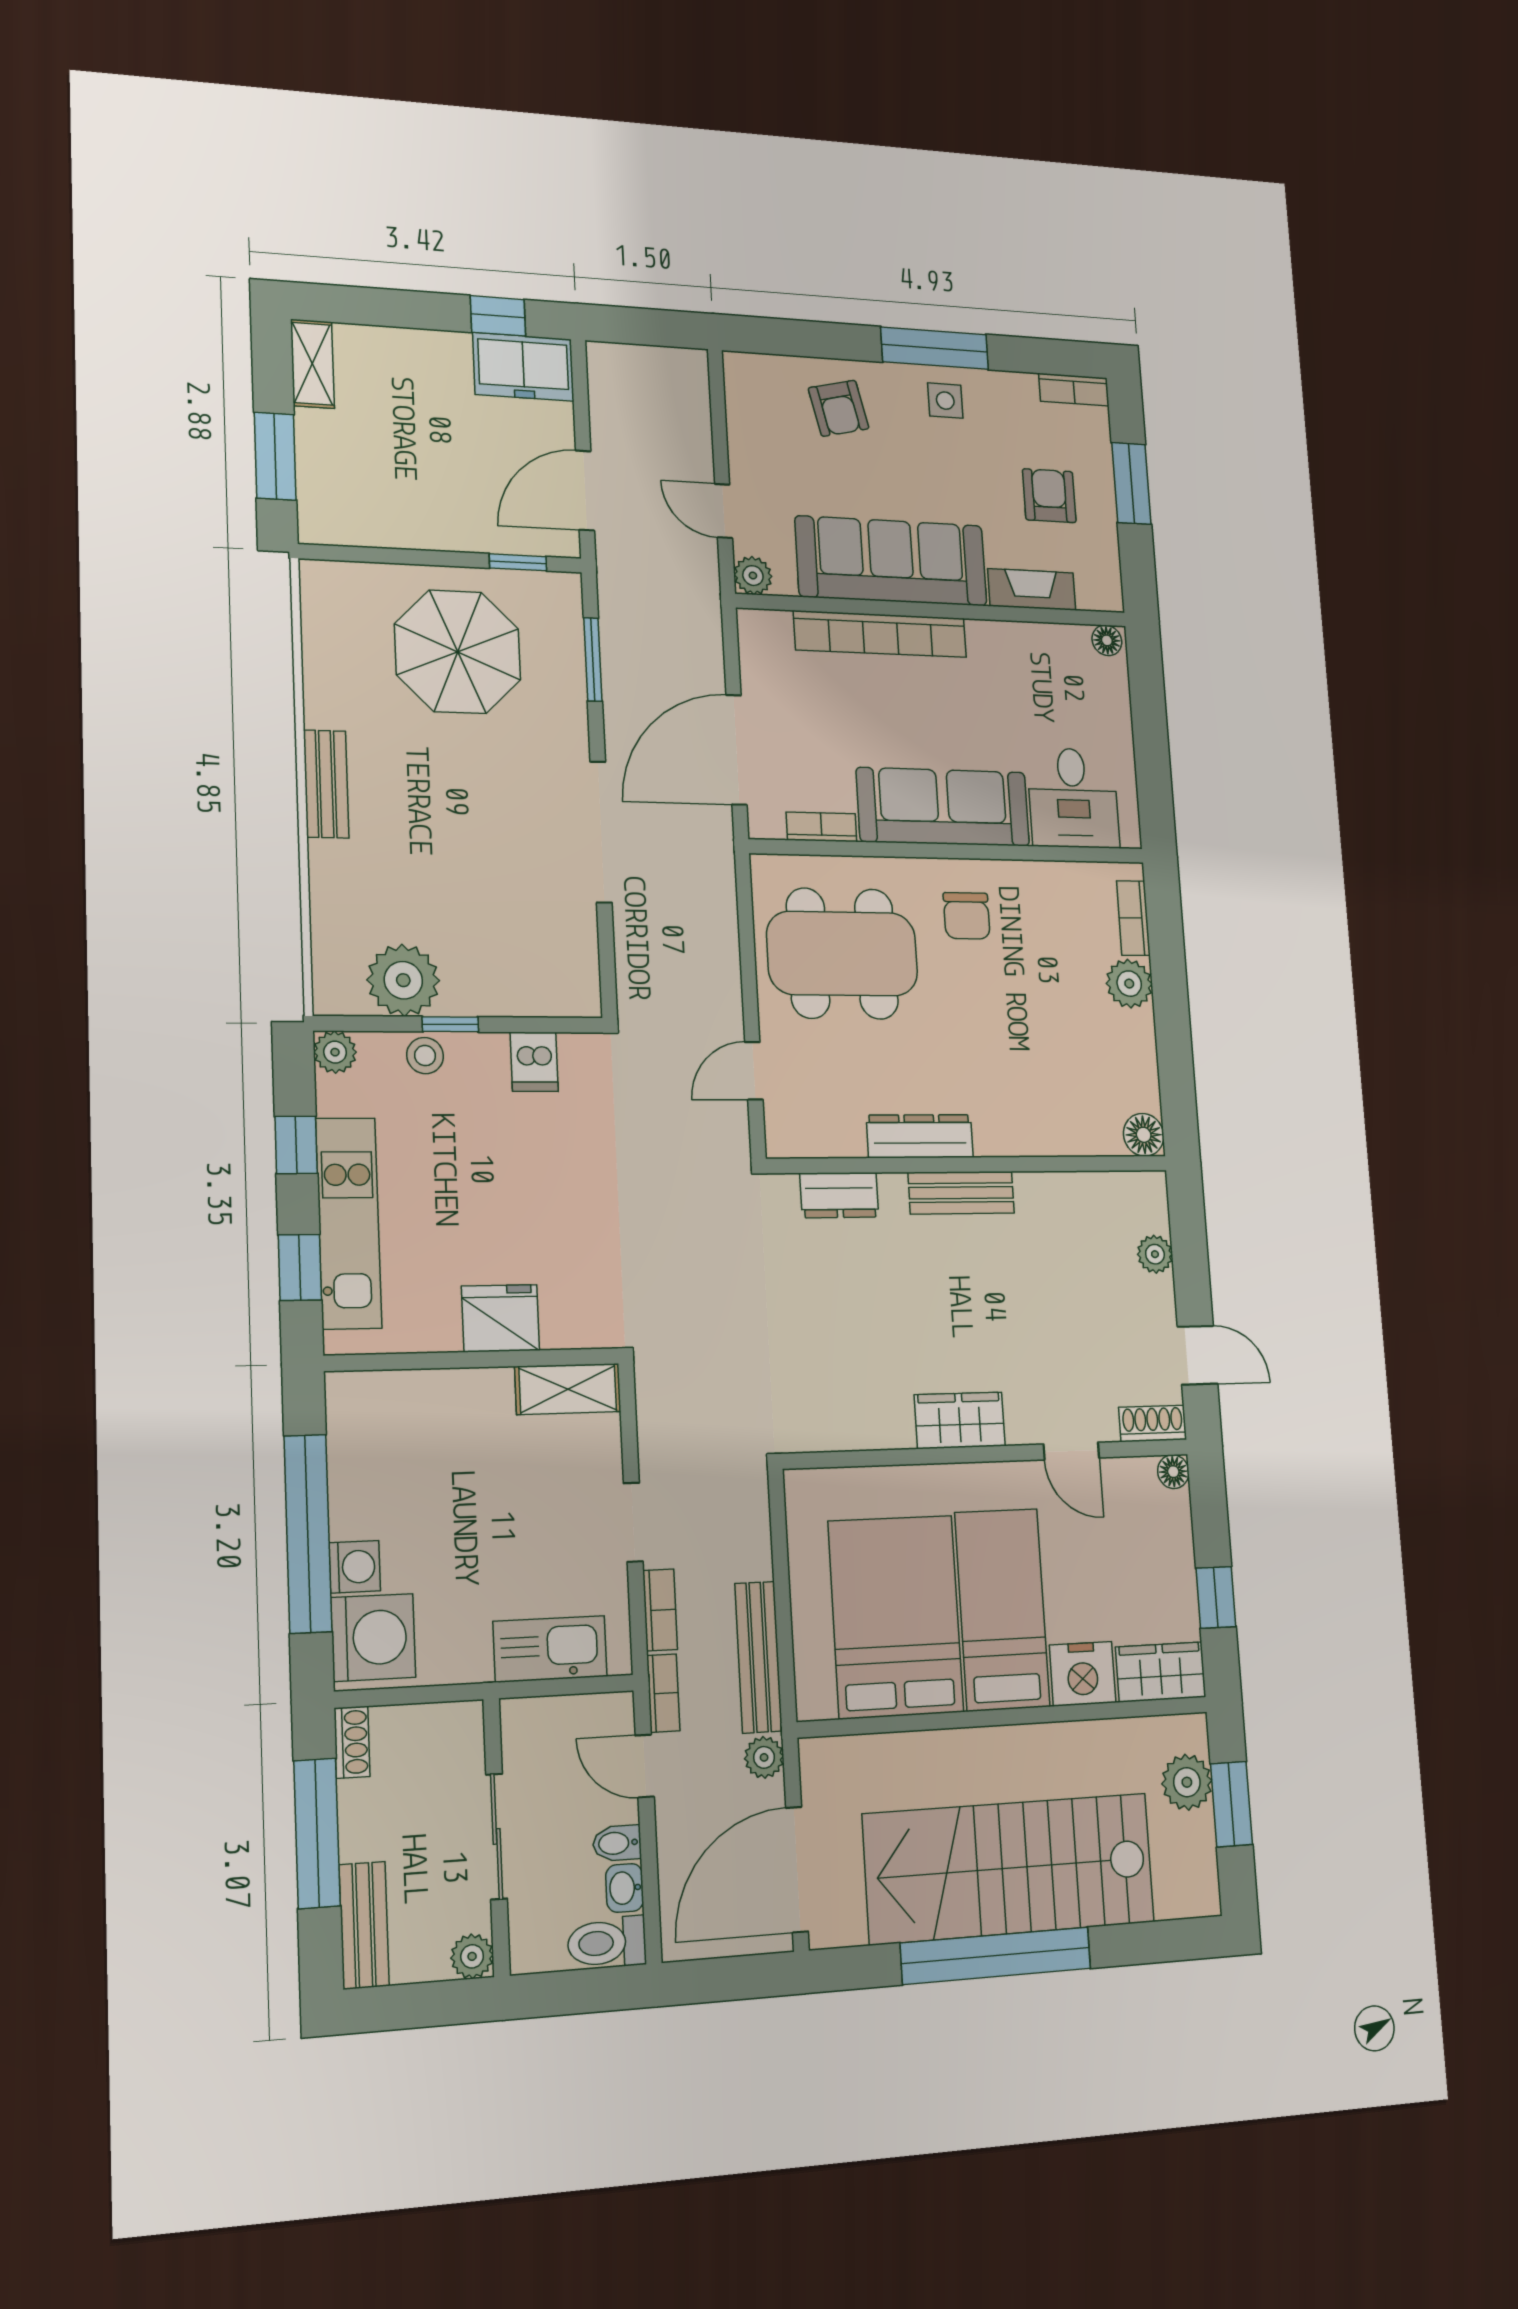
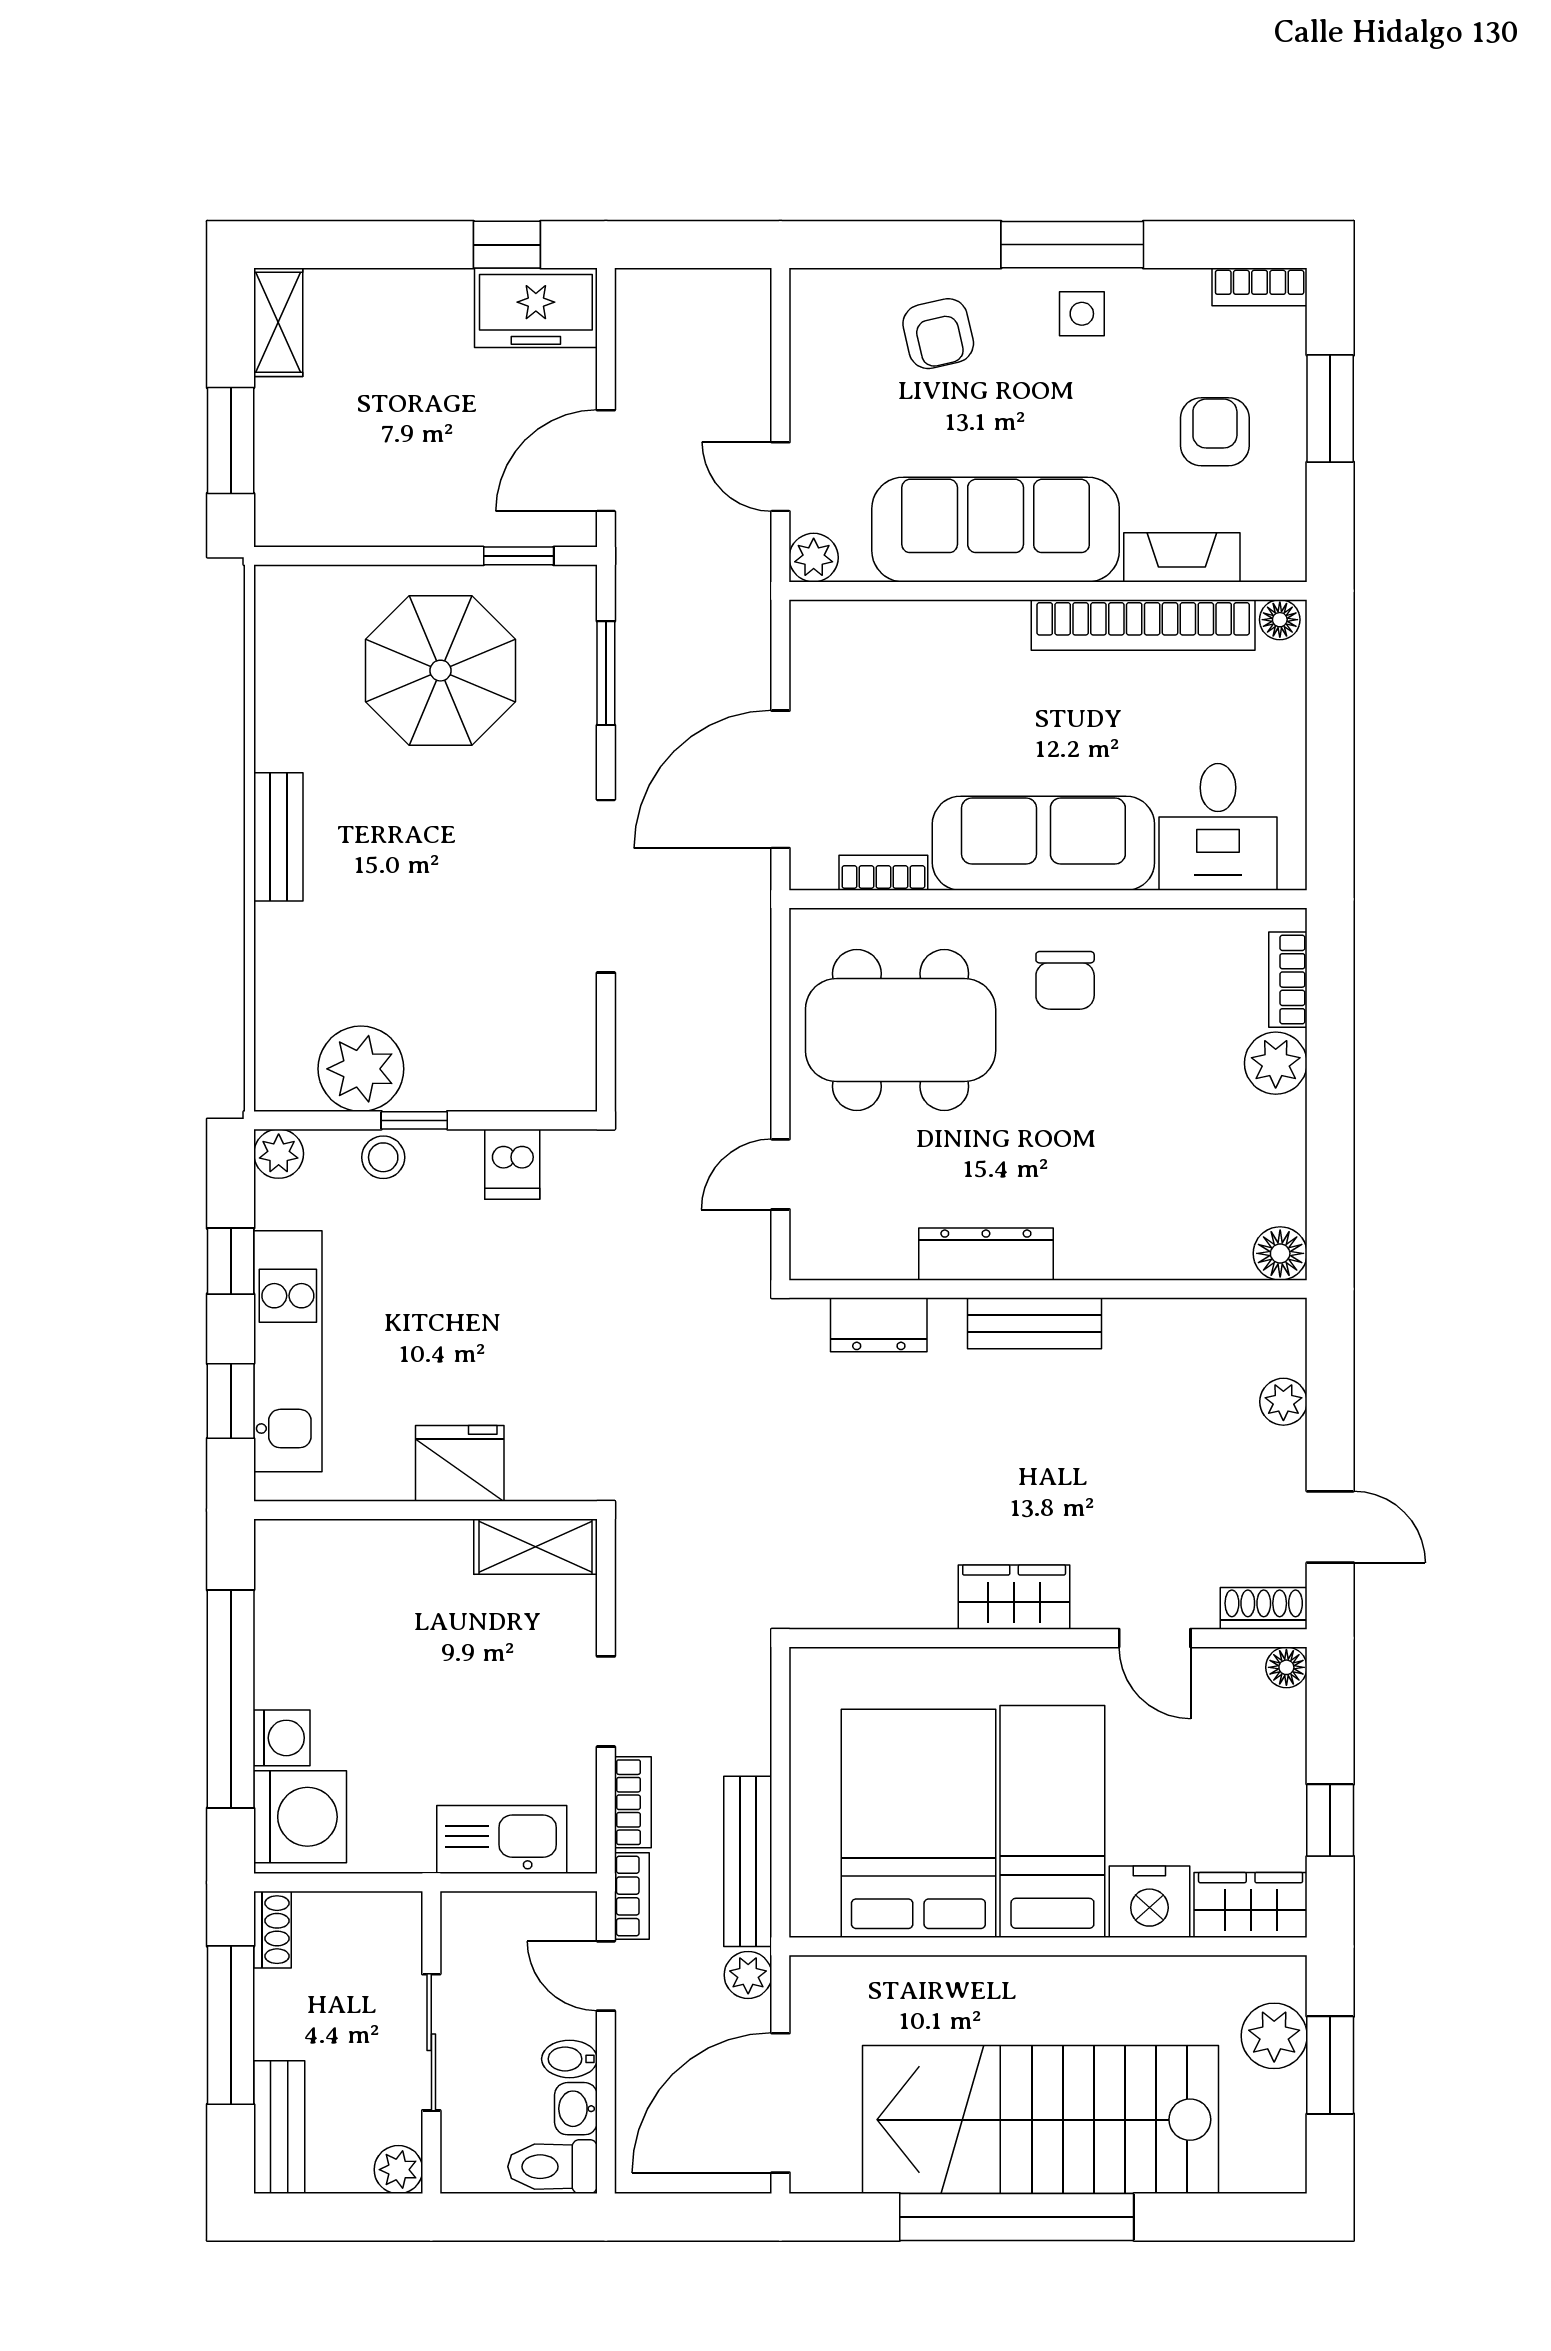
bookcase: (880, 634) -> (1143, 625), moved

